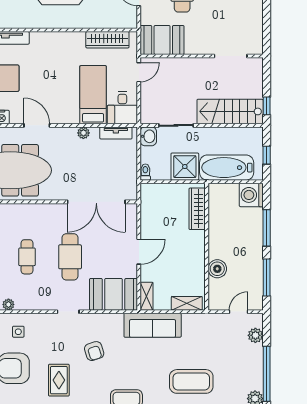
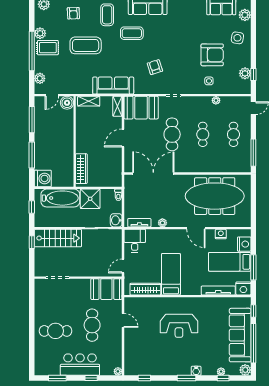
bed: (93, 95) -> (171, 274), moved, turned 180
boiler: (217, 269) -> (67, 103), moved
rug: (59, 380) -> (48, 48), moved, turned 90

